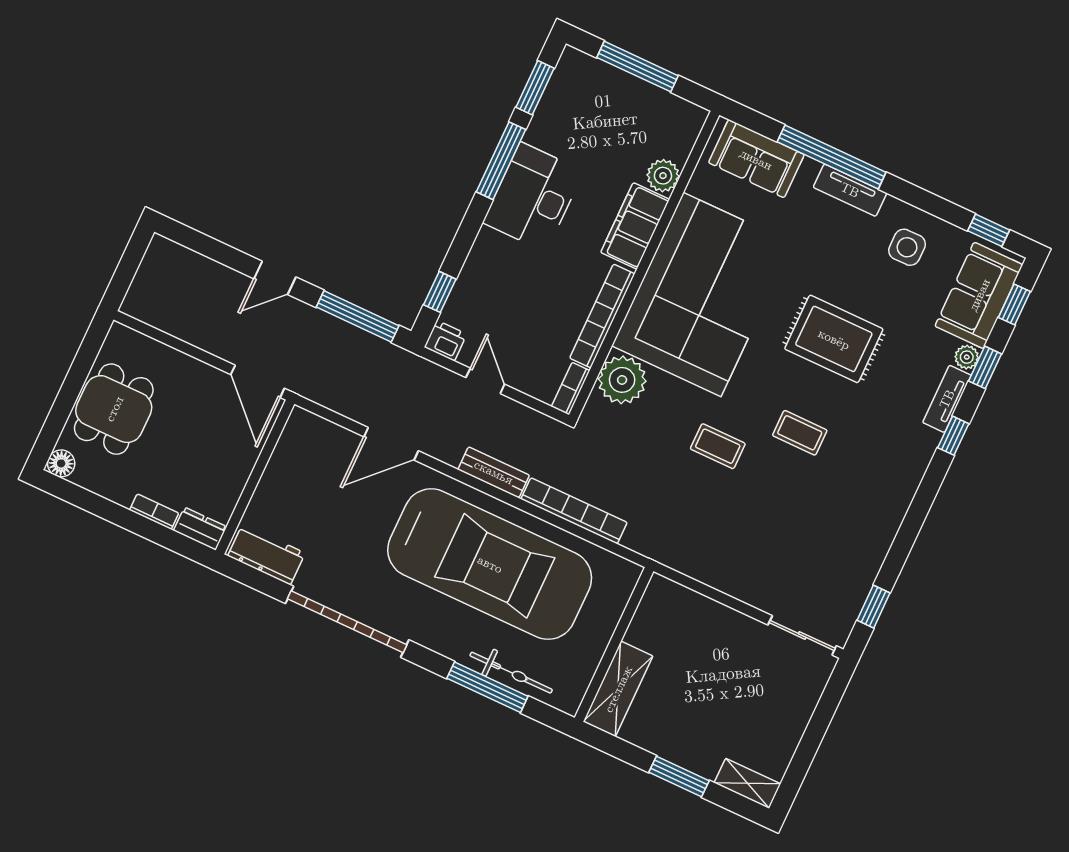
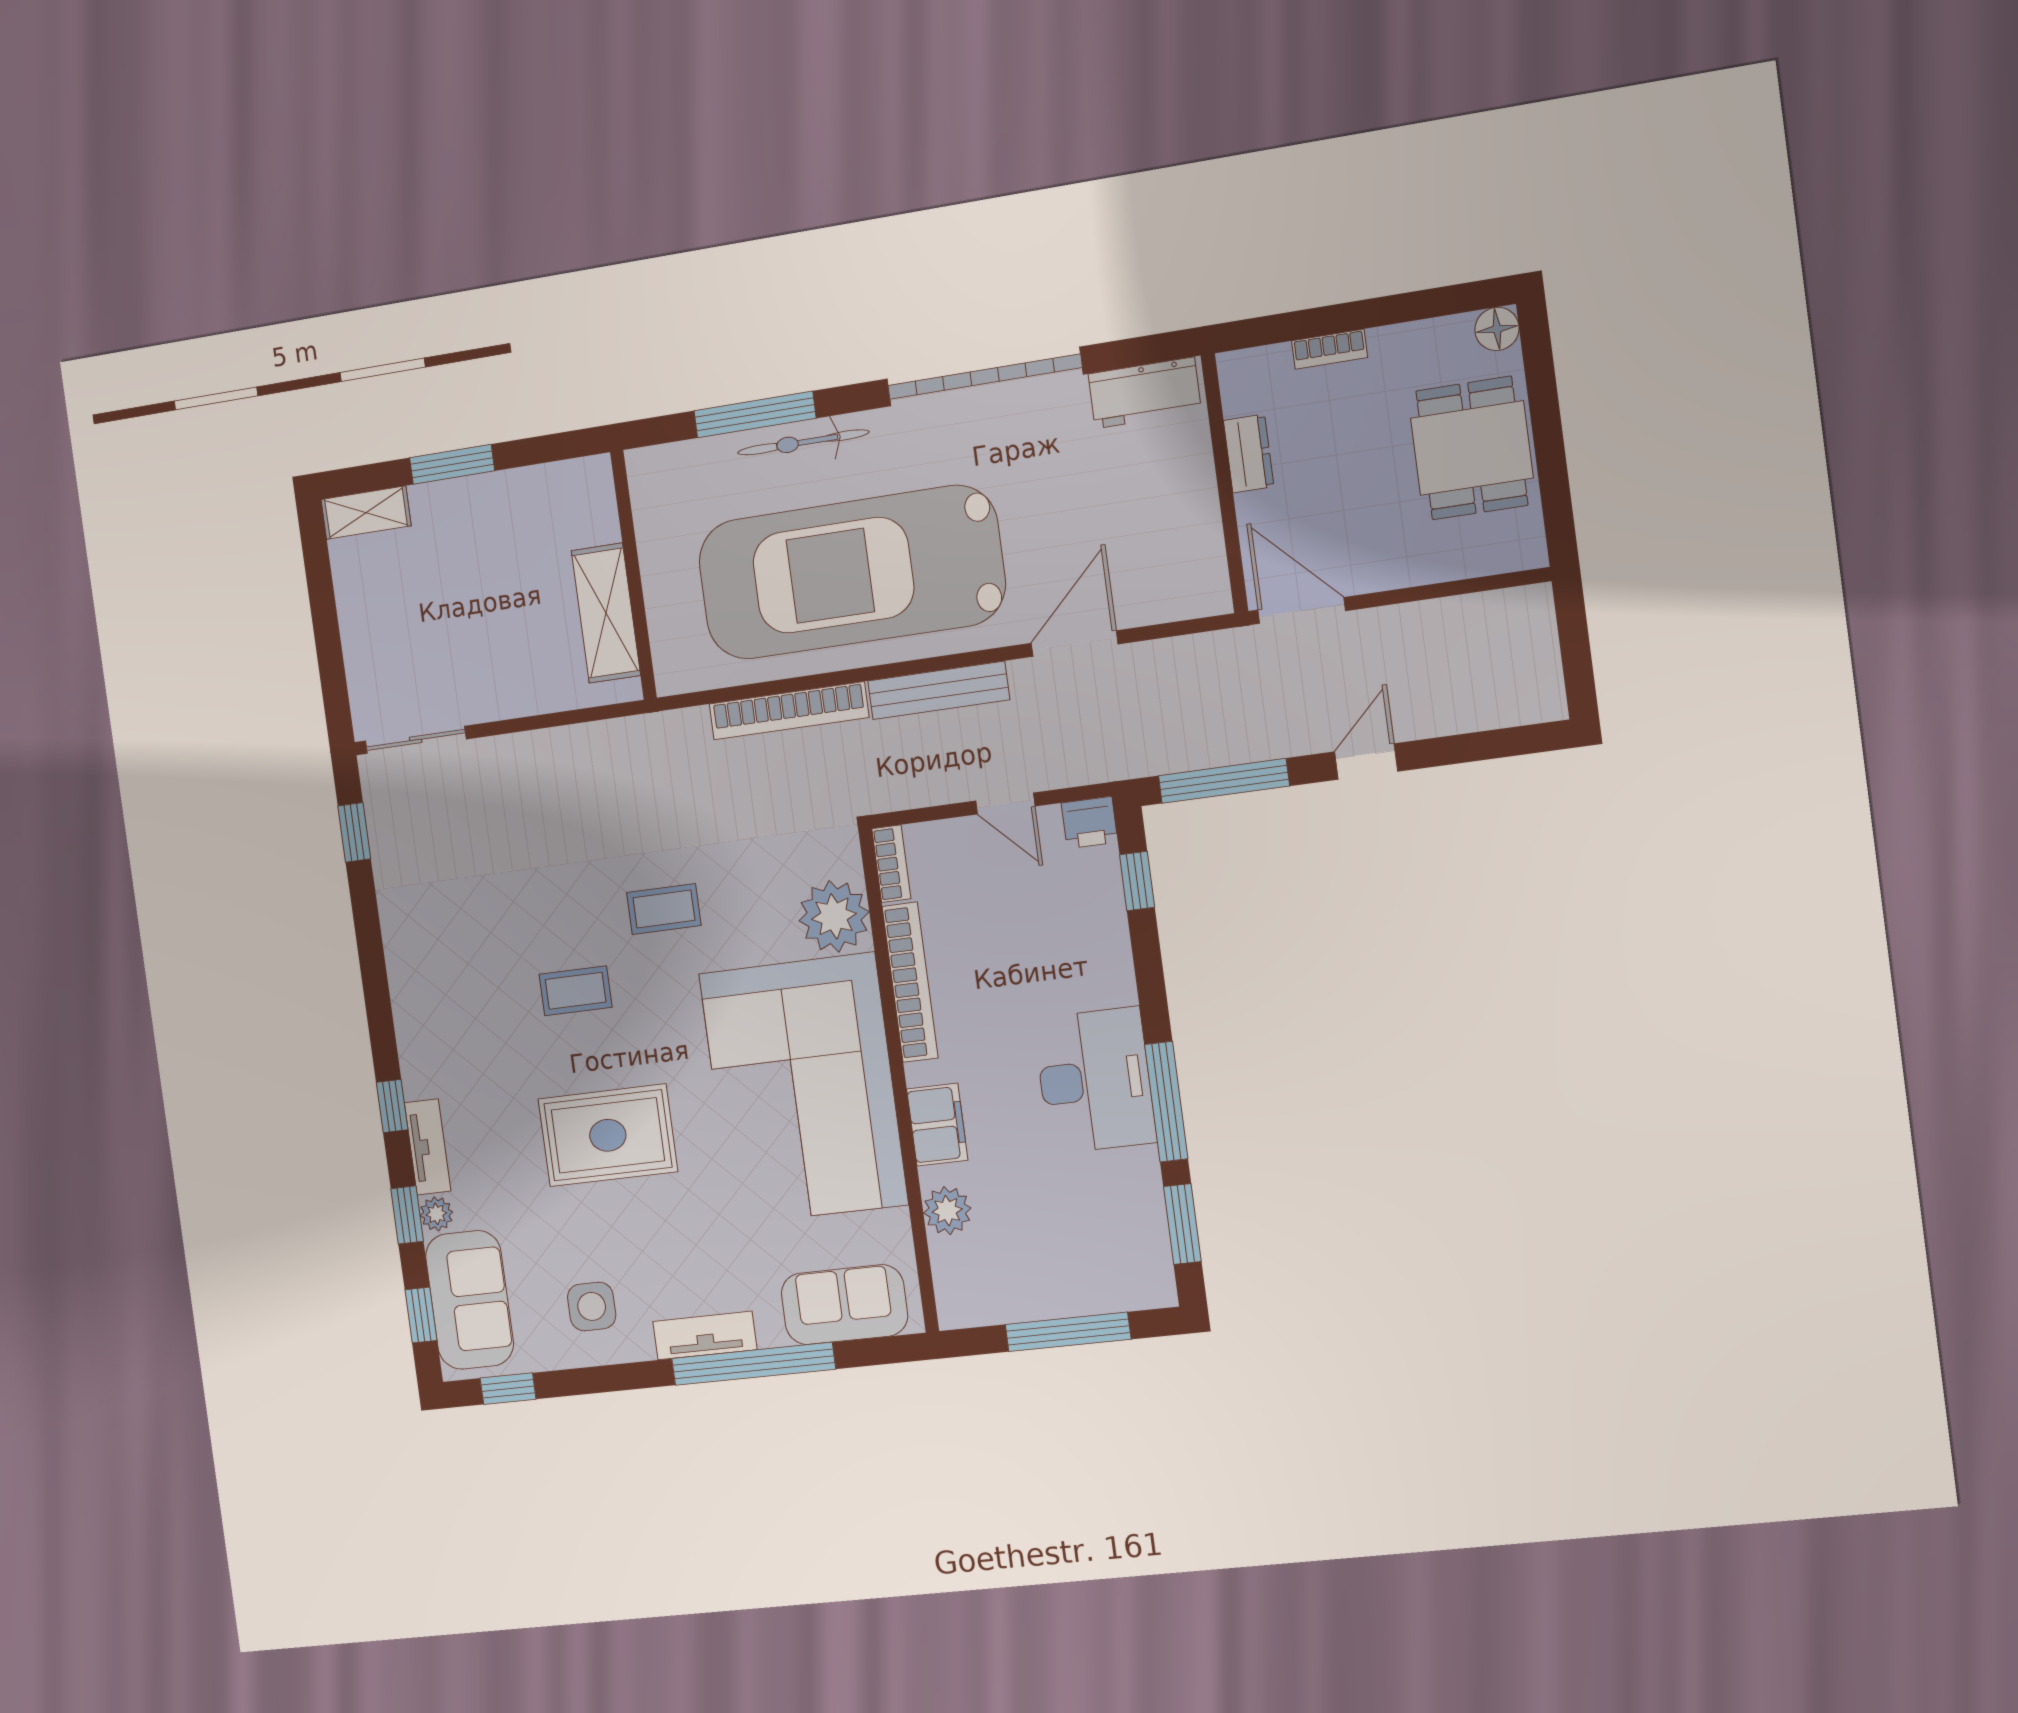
filing cabinet: (635, 226) -> (937, 1125), width x0.67, depth x0.86
bench: (494, 472) -> (939, 690), width x1.36
dresser: (200, 529) -> (1249, 453), moved, turned -90
bicycle: (511, 673) -> (803, 442), moved
shelving: (618, 689) -> (606, 613), moved

